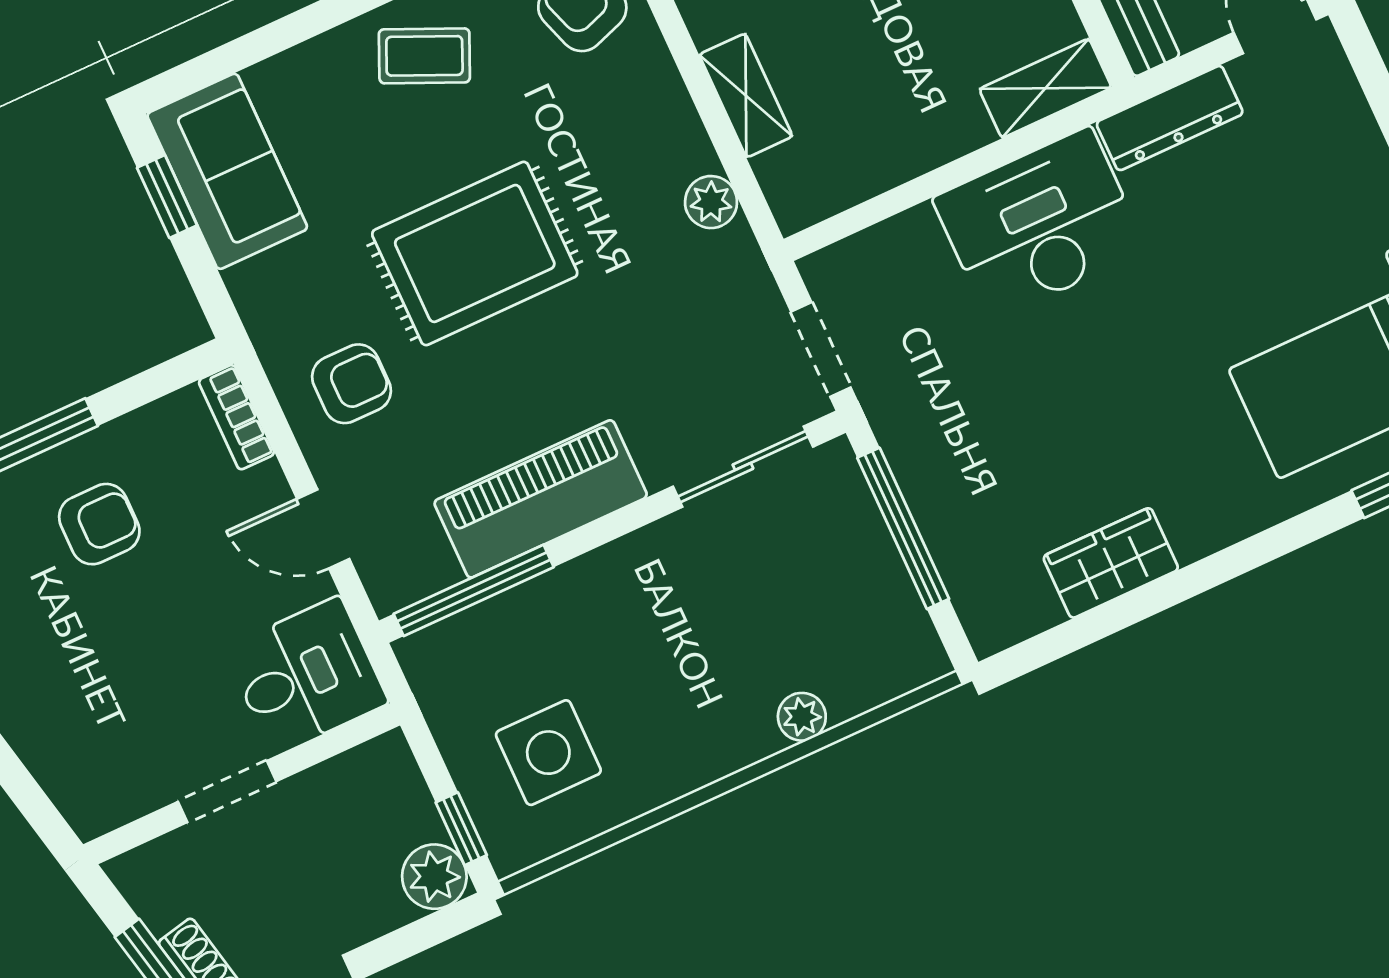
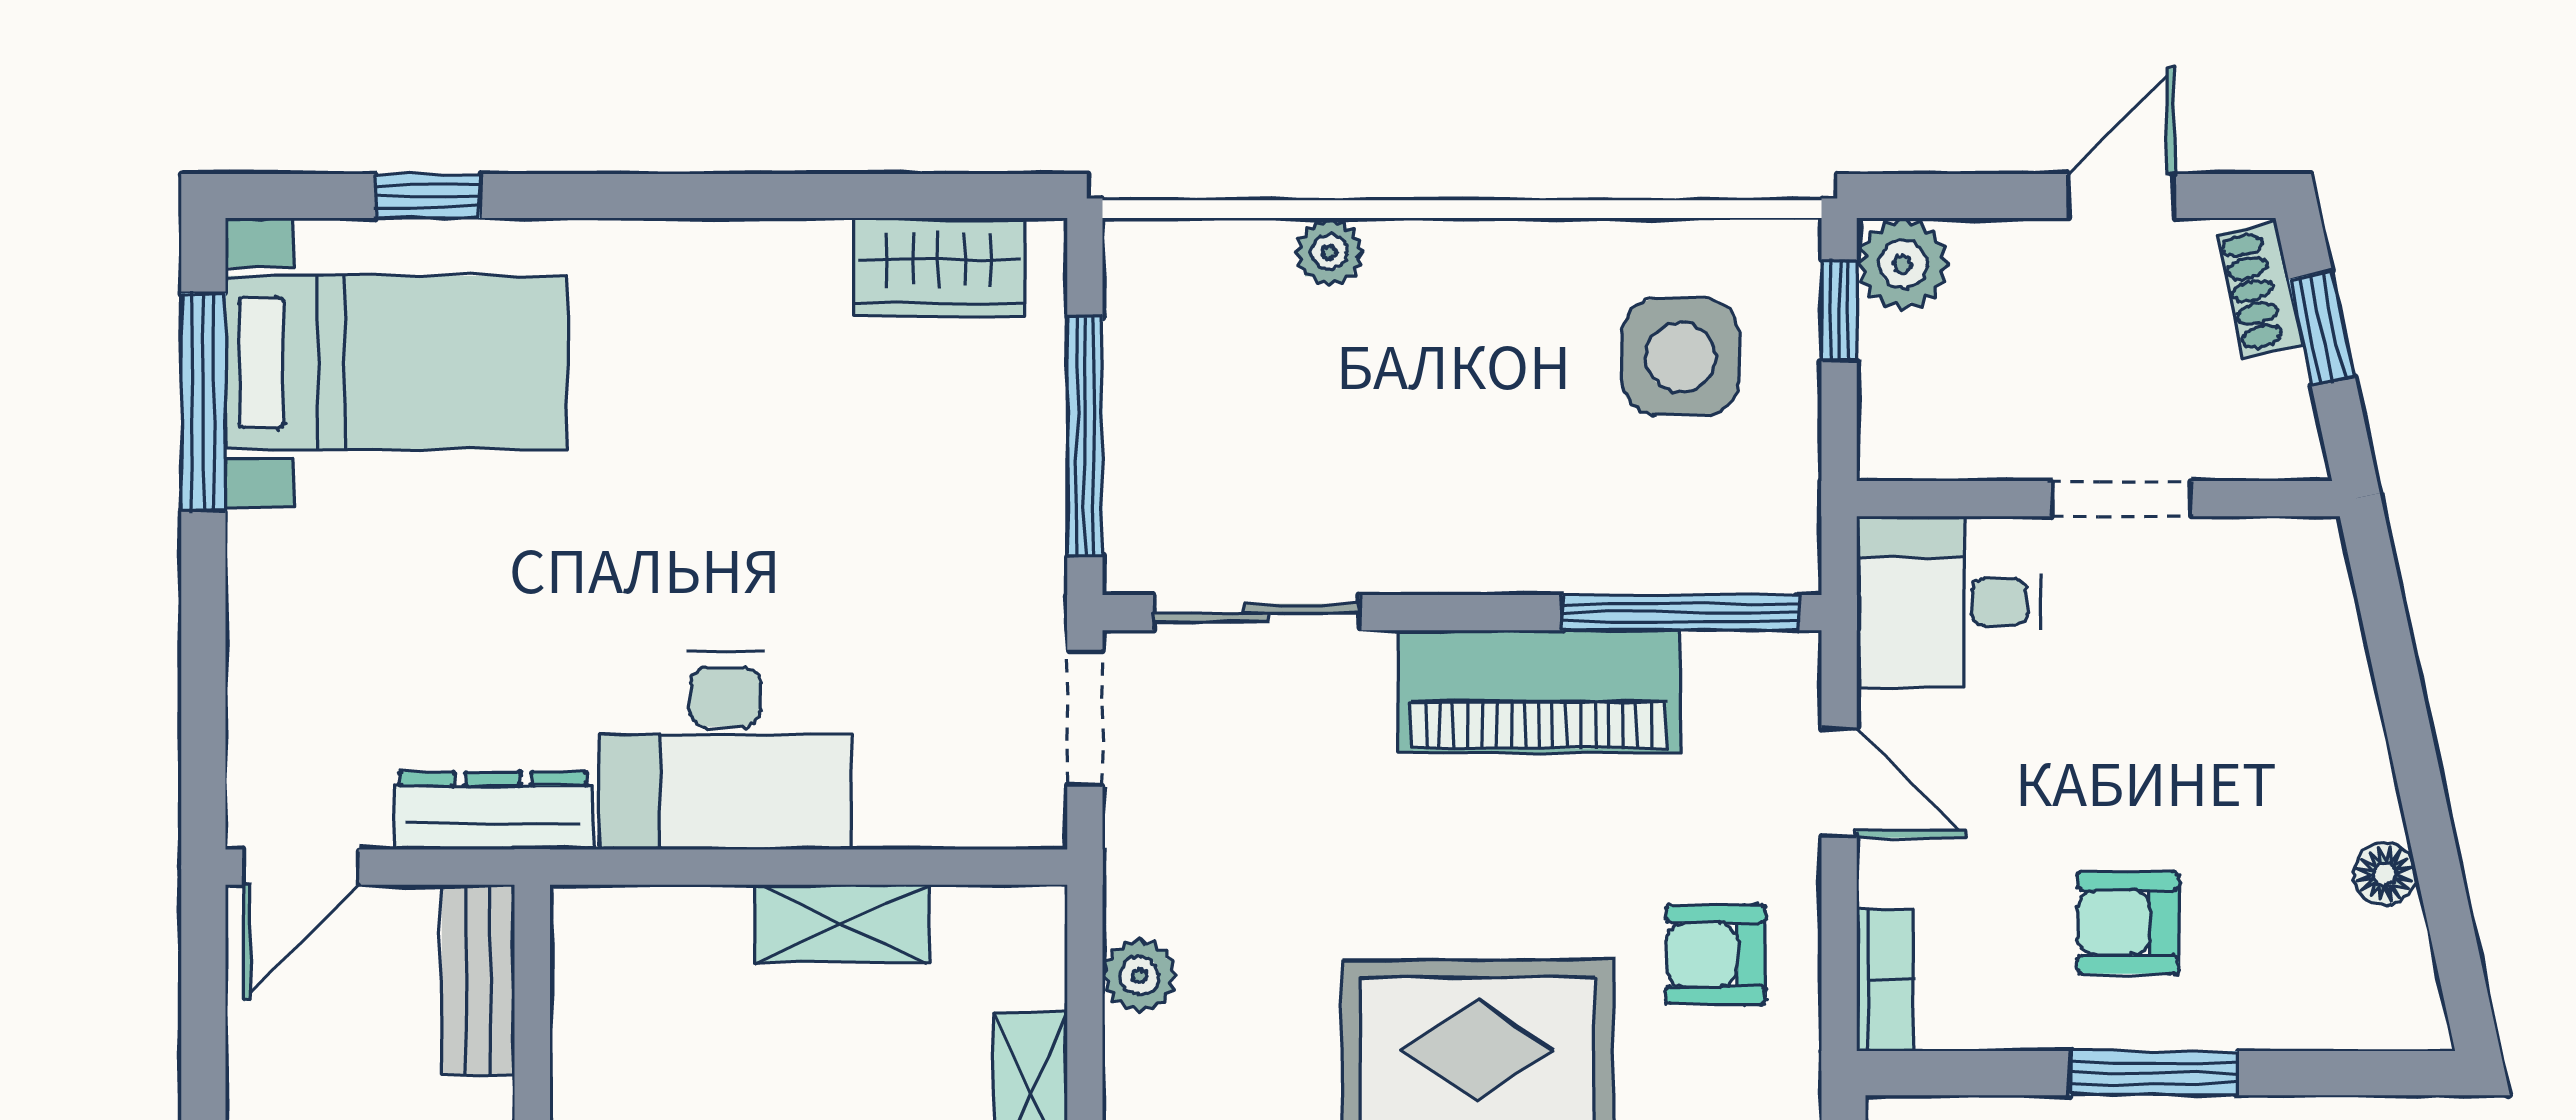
shelving: (1045, 88) -> (842, 924), moved
wardrobe: (1111, 563) -> (939, 267), moved

